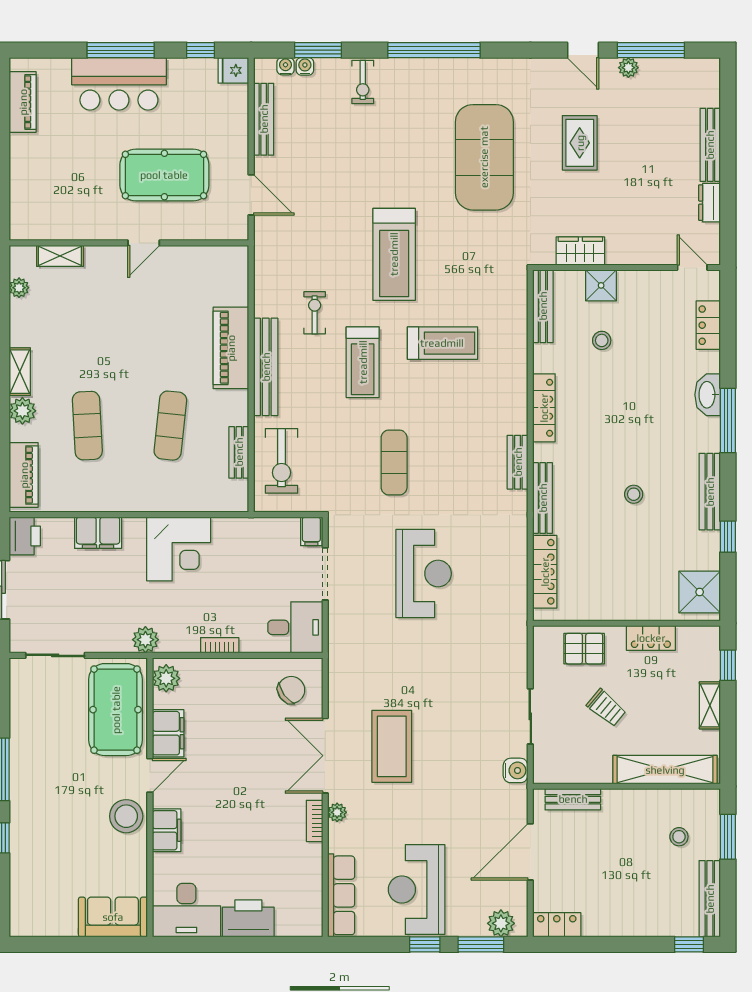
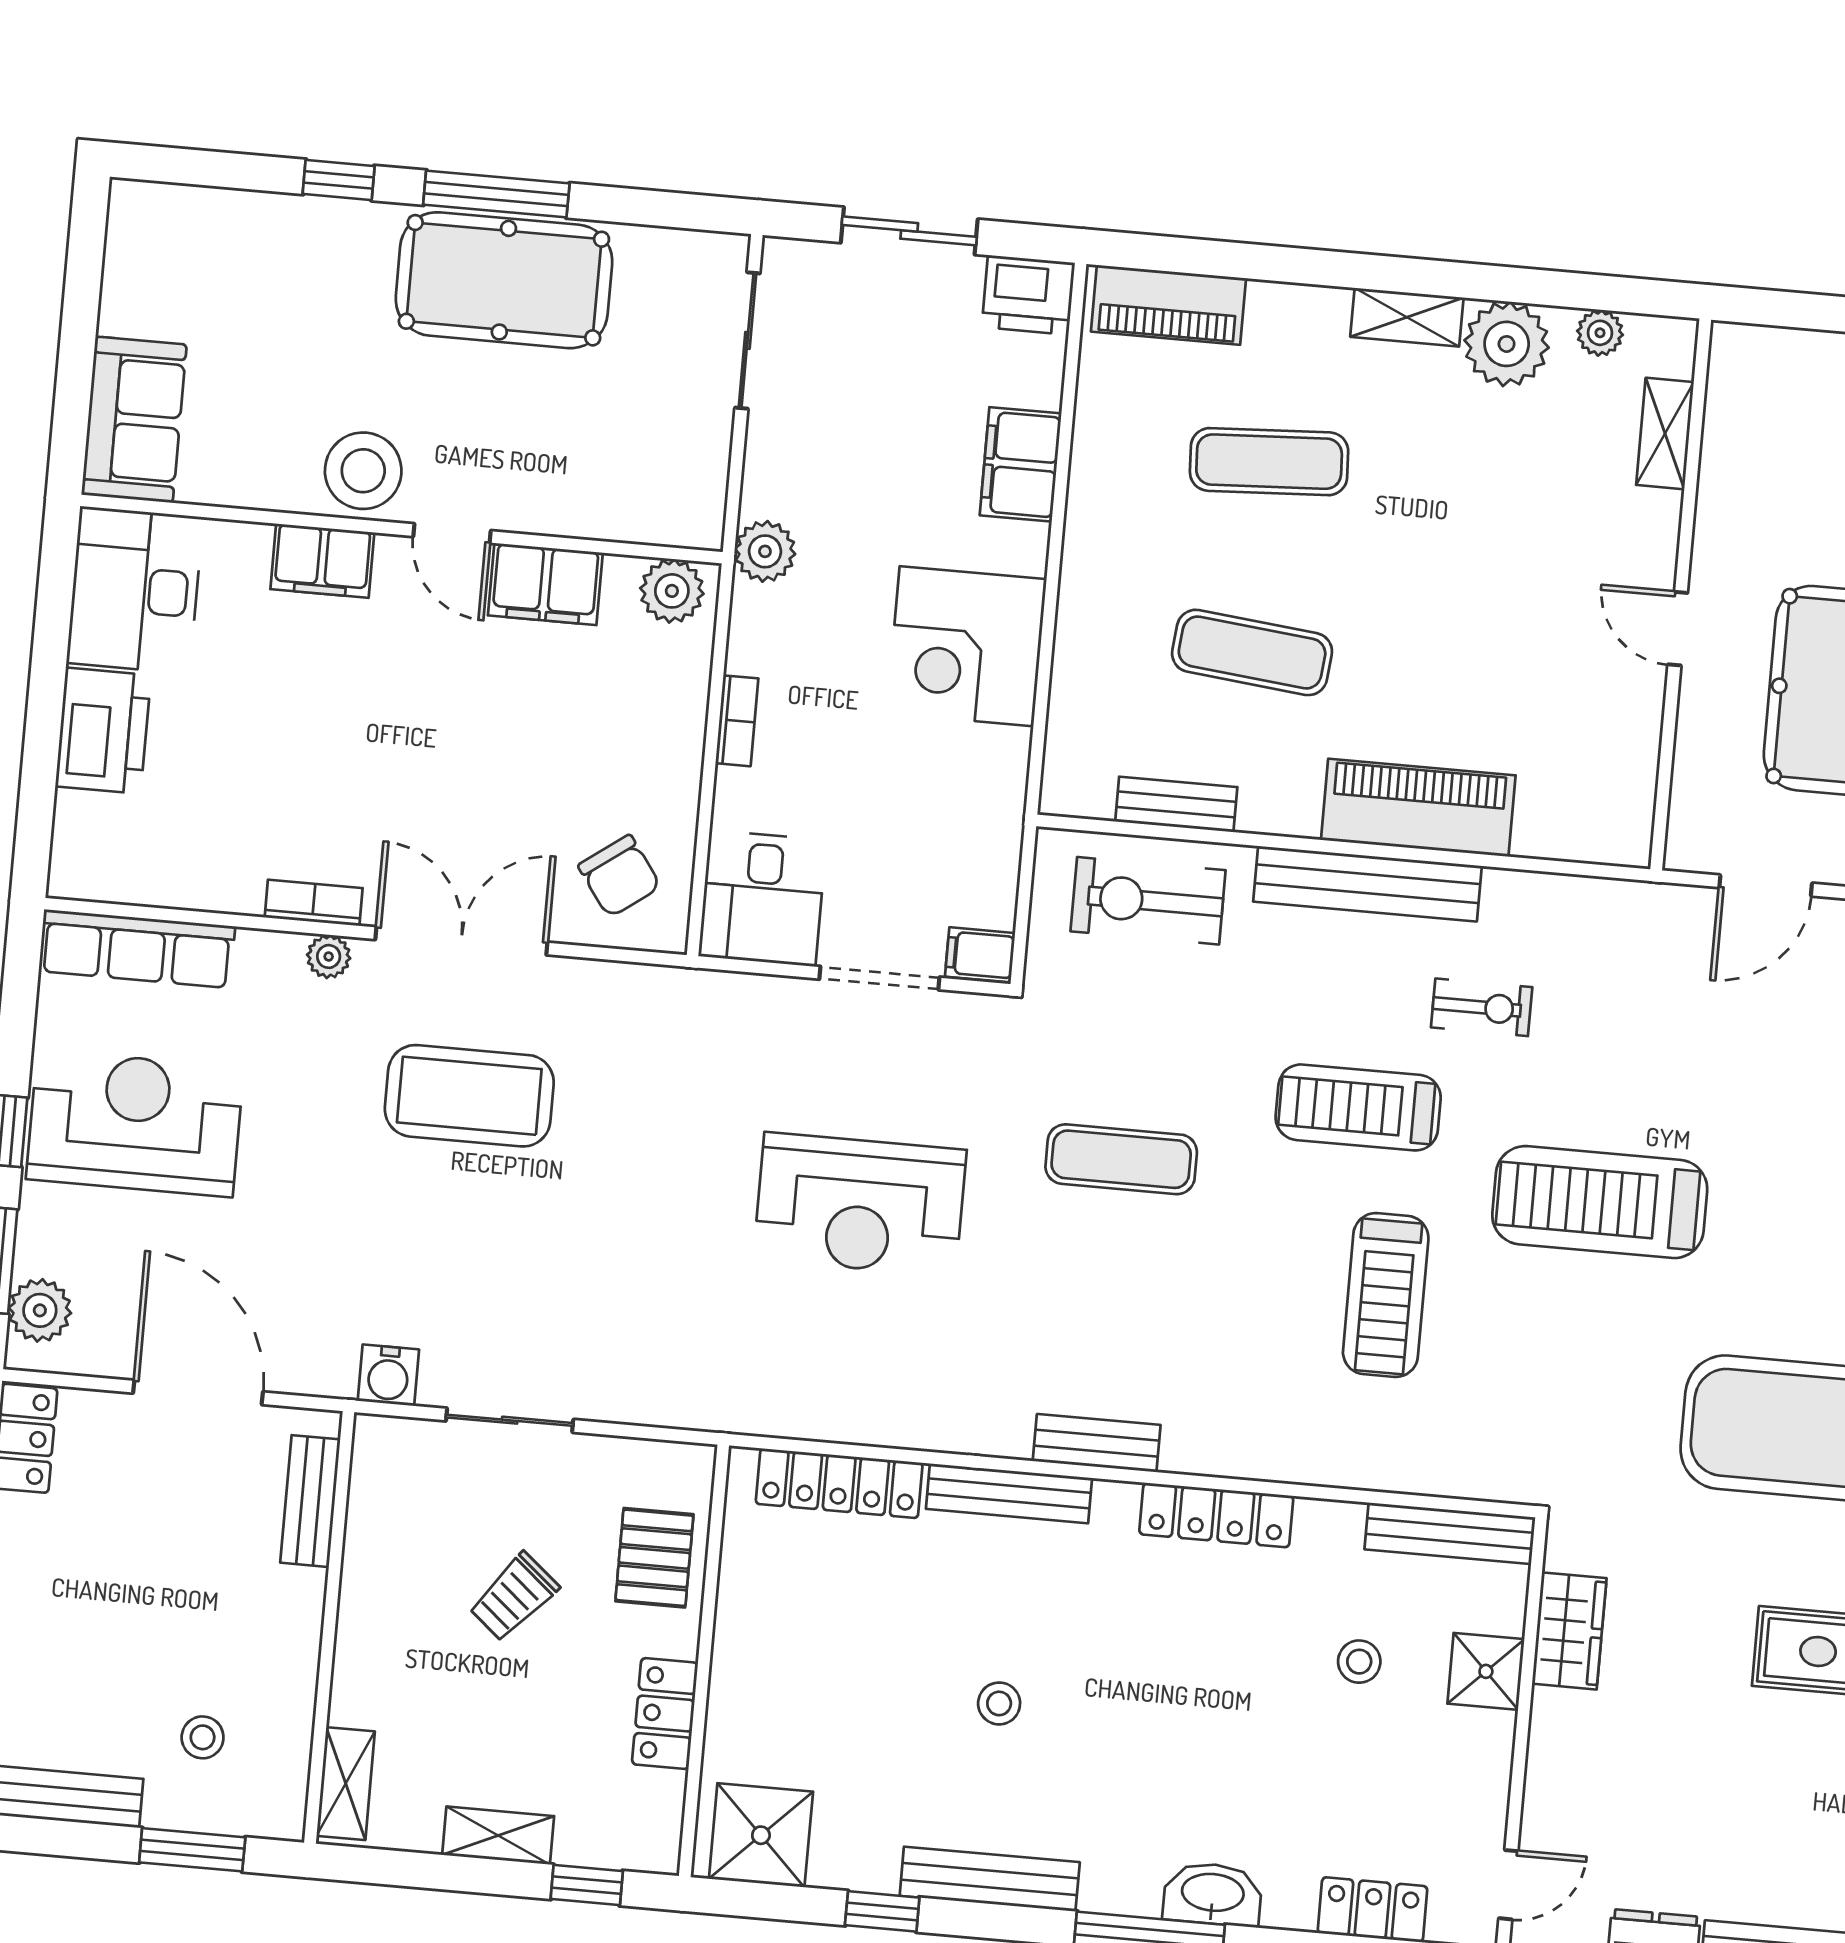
plant: (22, 411) -> (1507, 344), moved, width x1.36, depth x1.36
pool table: (116, 710) -> (504, 280), moved
shelving: (665, 770) -> (346, 1784), width x0.45, depth x0.75

